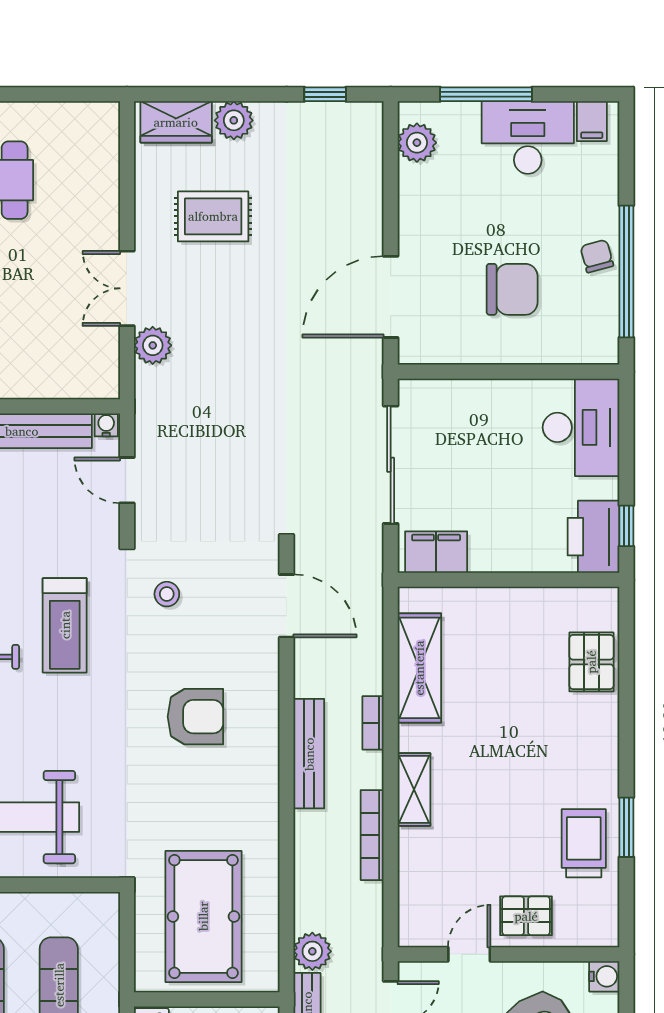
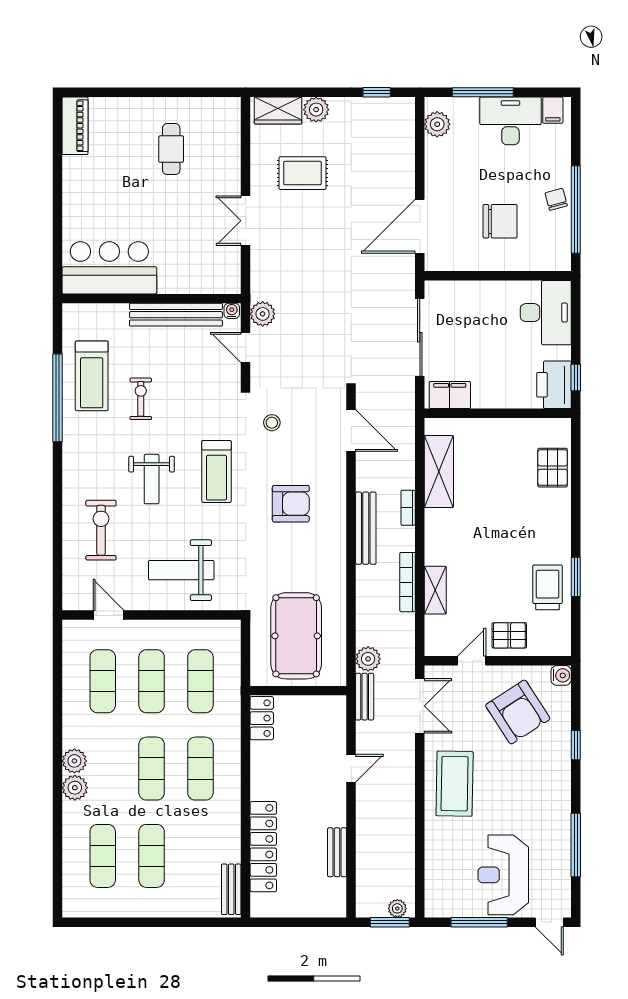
plant: (153, 345) -> (263, 314), moved
treadmill: (65, 625) -> (216, 471), moved
shelving: (414, 789) -> (435, 590), moved

